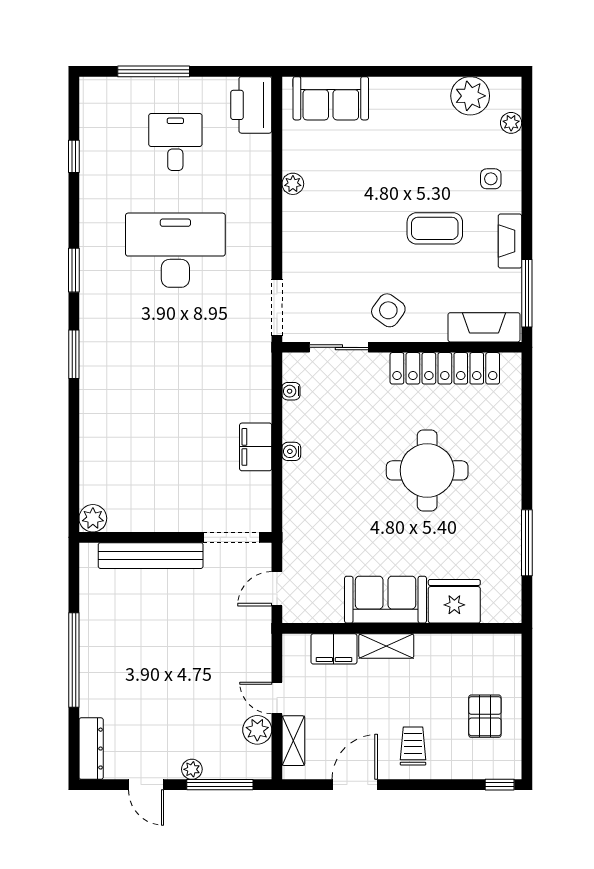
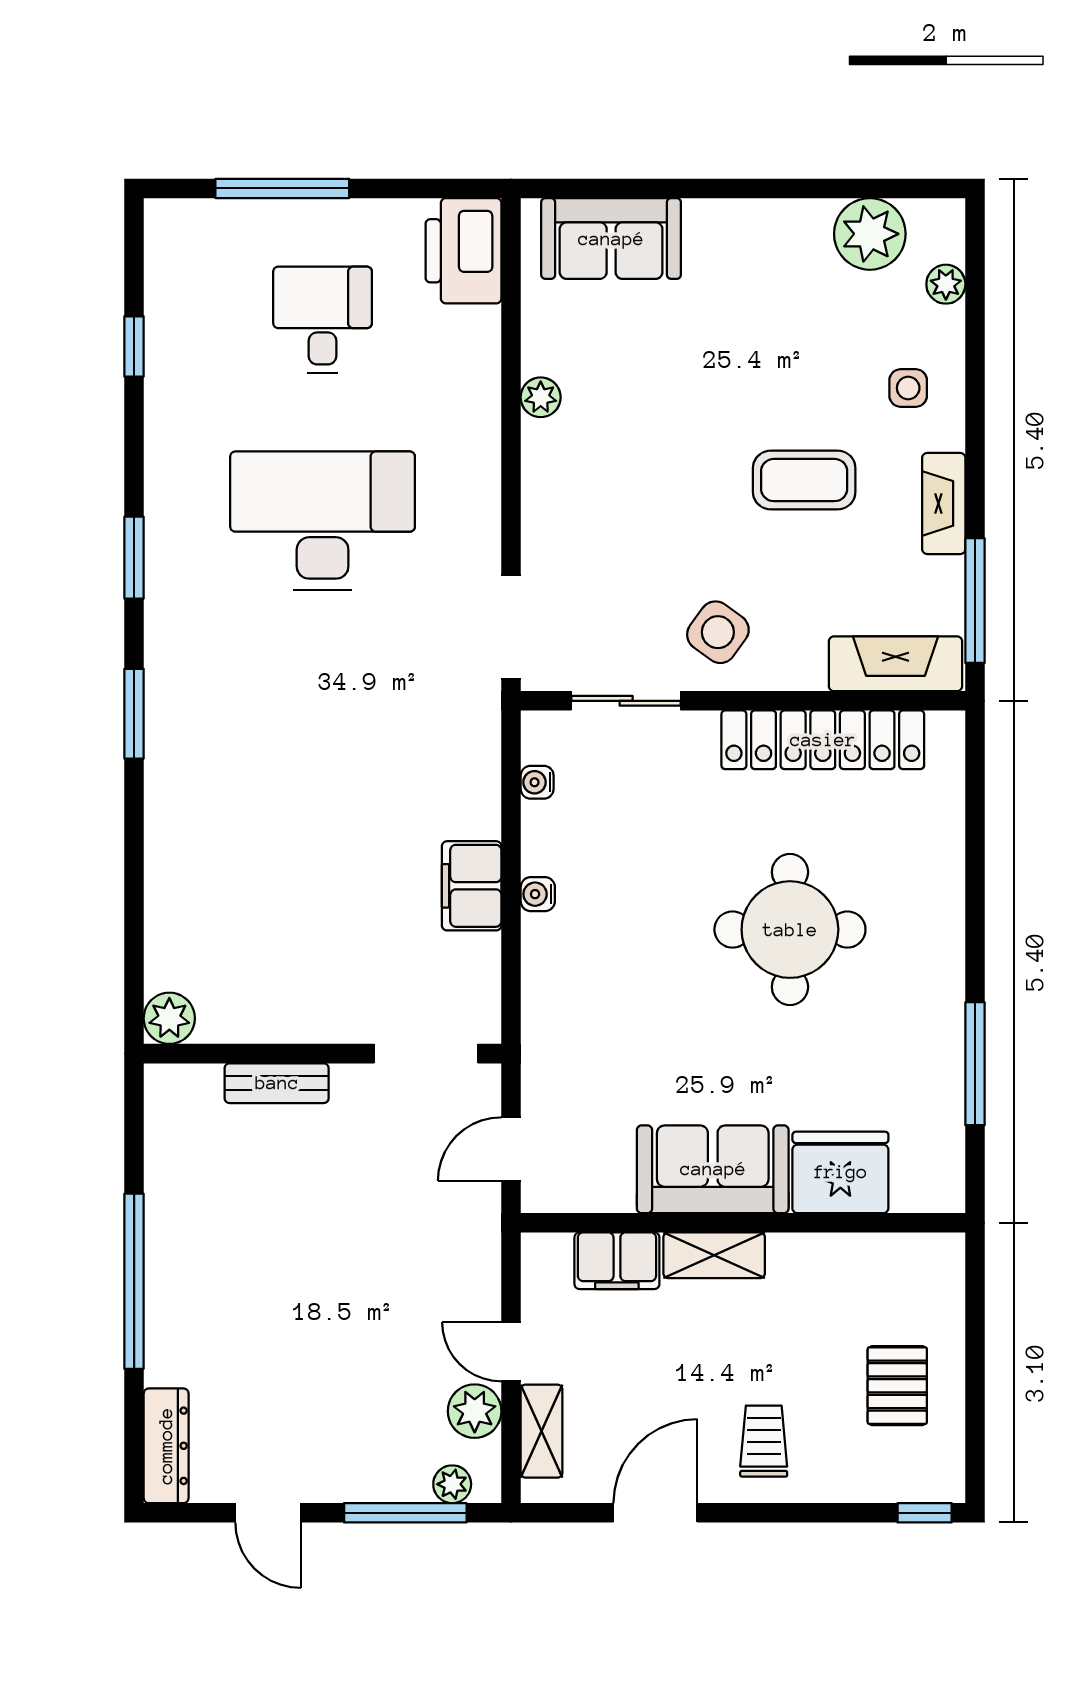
bench: (151, 556) -> (277, 1083), width x0.54, depth x0.82
plant: (192, 769) -> (452, 1484), moved

